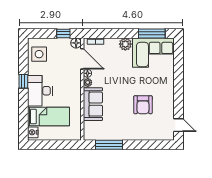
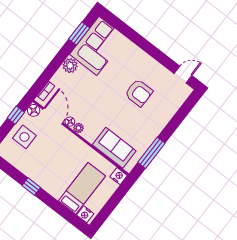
window: (152, 33) -> (79, 34), width x0.69
side table: (39, 54) -> (24, 137), moved
door: (82, 59) -> (53, 116), hinge flipped
desk: (40, 91) -> (52, 178), removed
sofa: (93, 104) -> (114, 148), moved
nightstand: (76, 135) -> (119, 176), added

